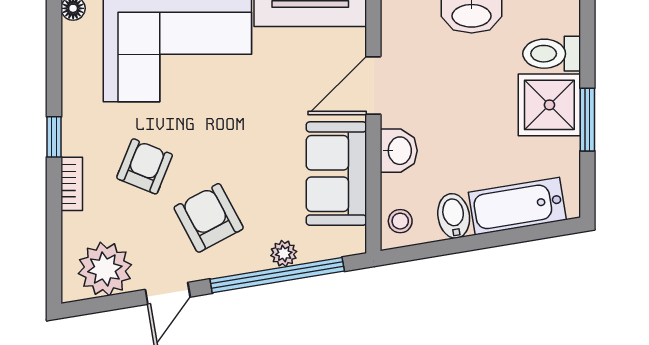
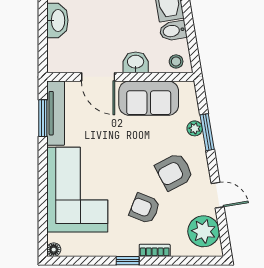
window: (277, 275) -> (207, 132), width x0.47

